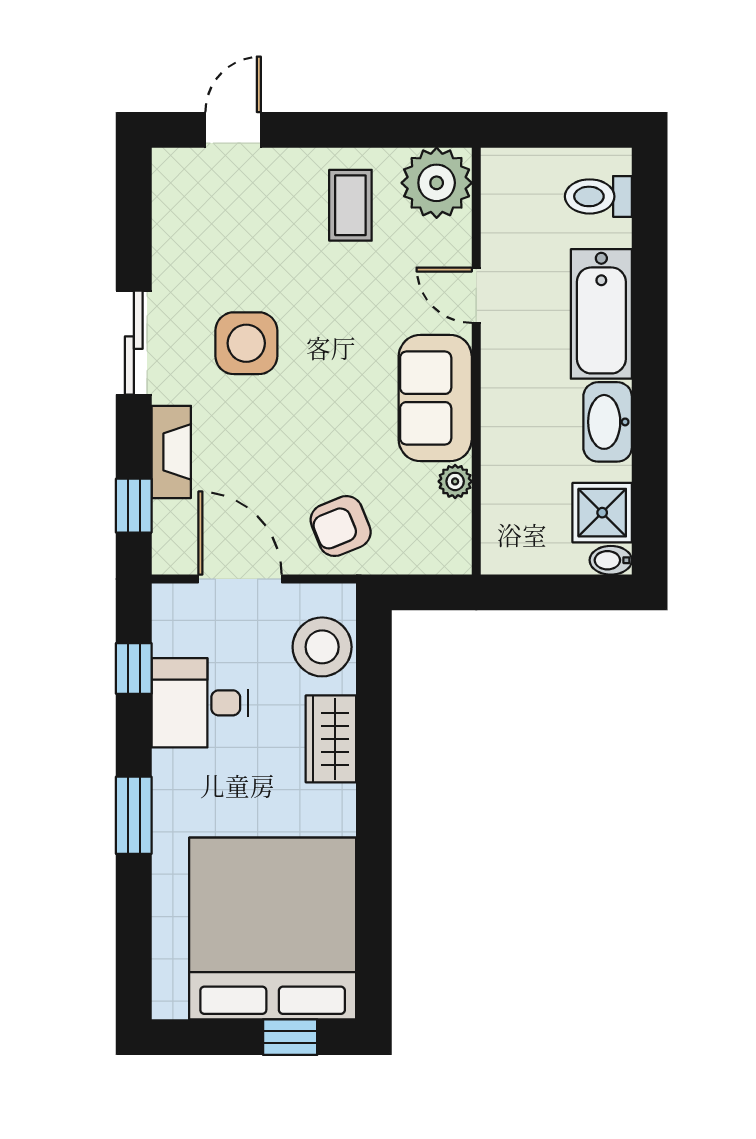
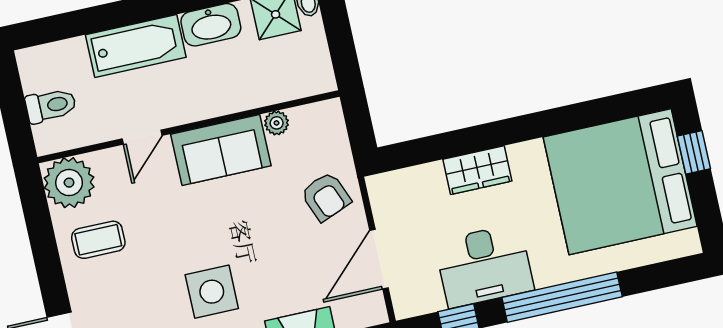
toilet: (598, 196) -> (51, 106), moved, turned -90
stool: (322, 647) -> (414, 191), removed
desk: (200, 703) -> (484, 266), width x1.37
window: (134, 815) -> (562, 297), width x2.11

